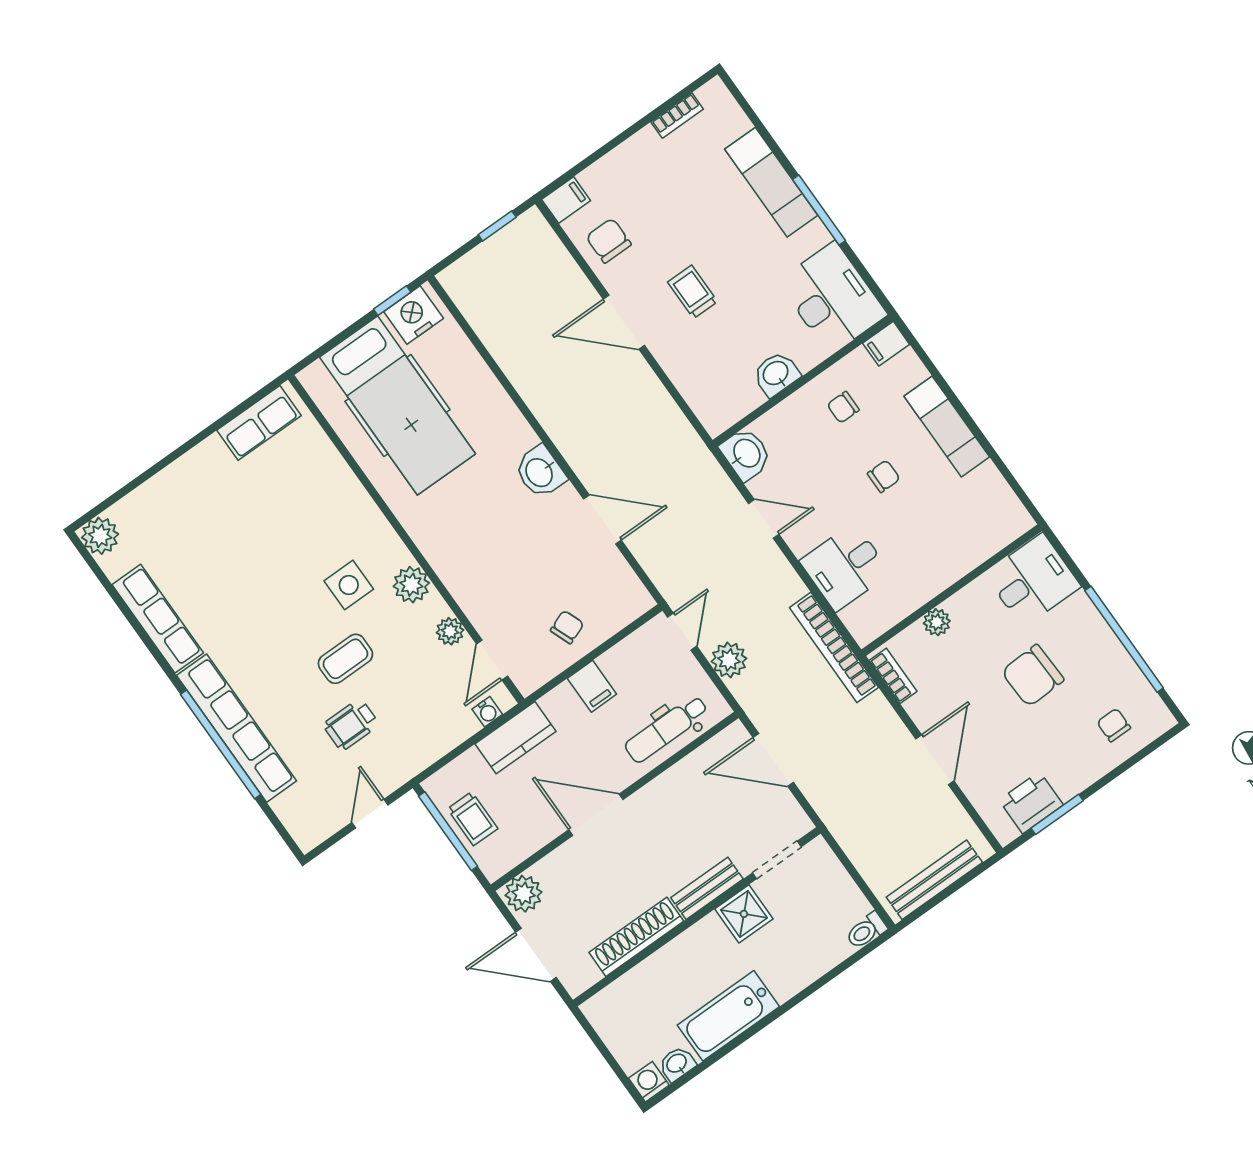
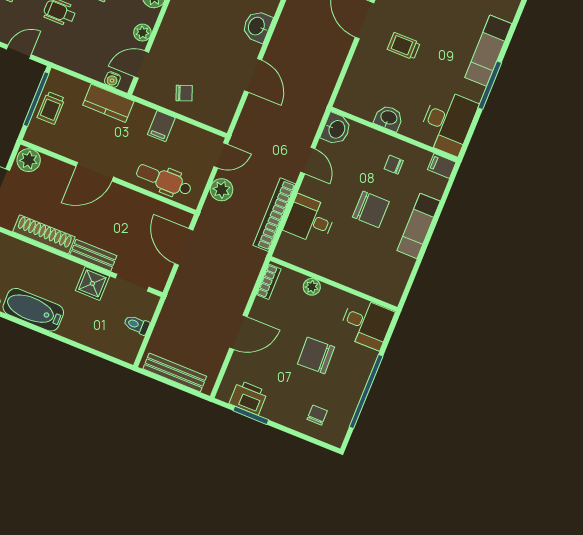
trolley: (693, 292) -> (404, 46), turned -90
chair: (884, 476) -> (371, 209), width x1.87, depth x1.87
bookcase: (834, 647) -> (274, 215), moved
door: (596, 815) -> (95, 172), swing flipped
toilet: (866, 931) -> (137, 325), moved

